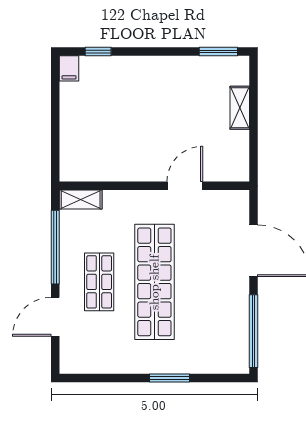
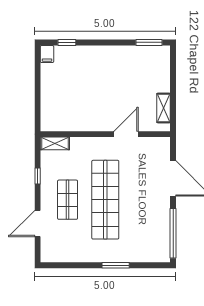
shelving: (240, 108) -> (164, 108), moved
window: (55, 247) -> (38, 176), width x0.32

